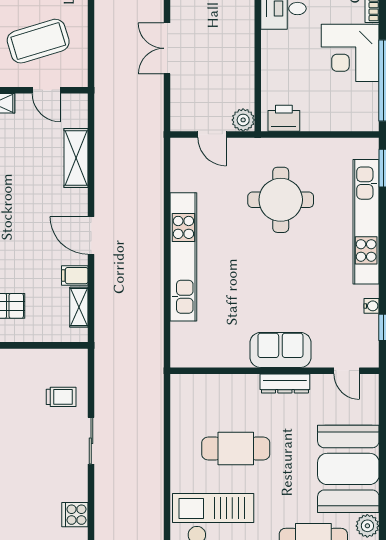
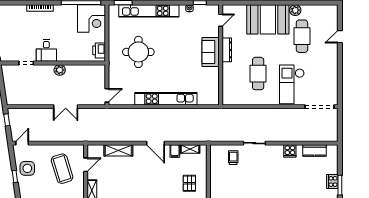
corner desk: (350, 53) -> (92, 18), moved
plant: (243, 120) -> (60, 70), moved
door: (212, 134) -> (107, 95), moved
door: (91, 235) -> (156, 143), hinge flipped

